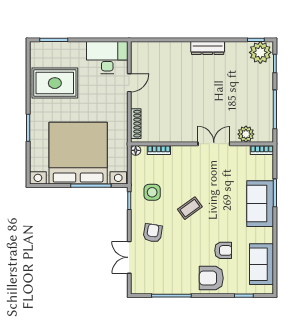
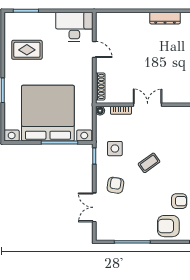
rug: (55, 83) -> (27, 50), width x0.73, depth x0.70
door: (129, 83) -> (94, 49), hinge flipped
double door: (214, 144) -> (148, 105), moved

